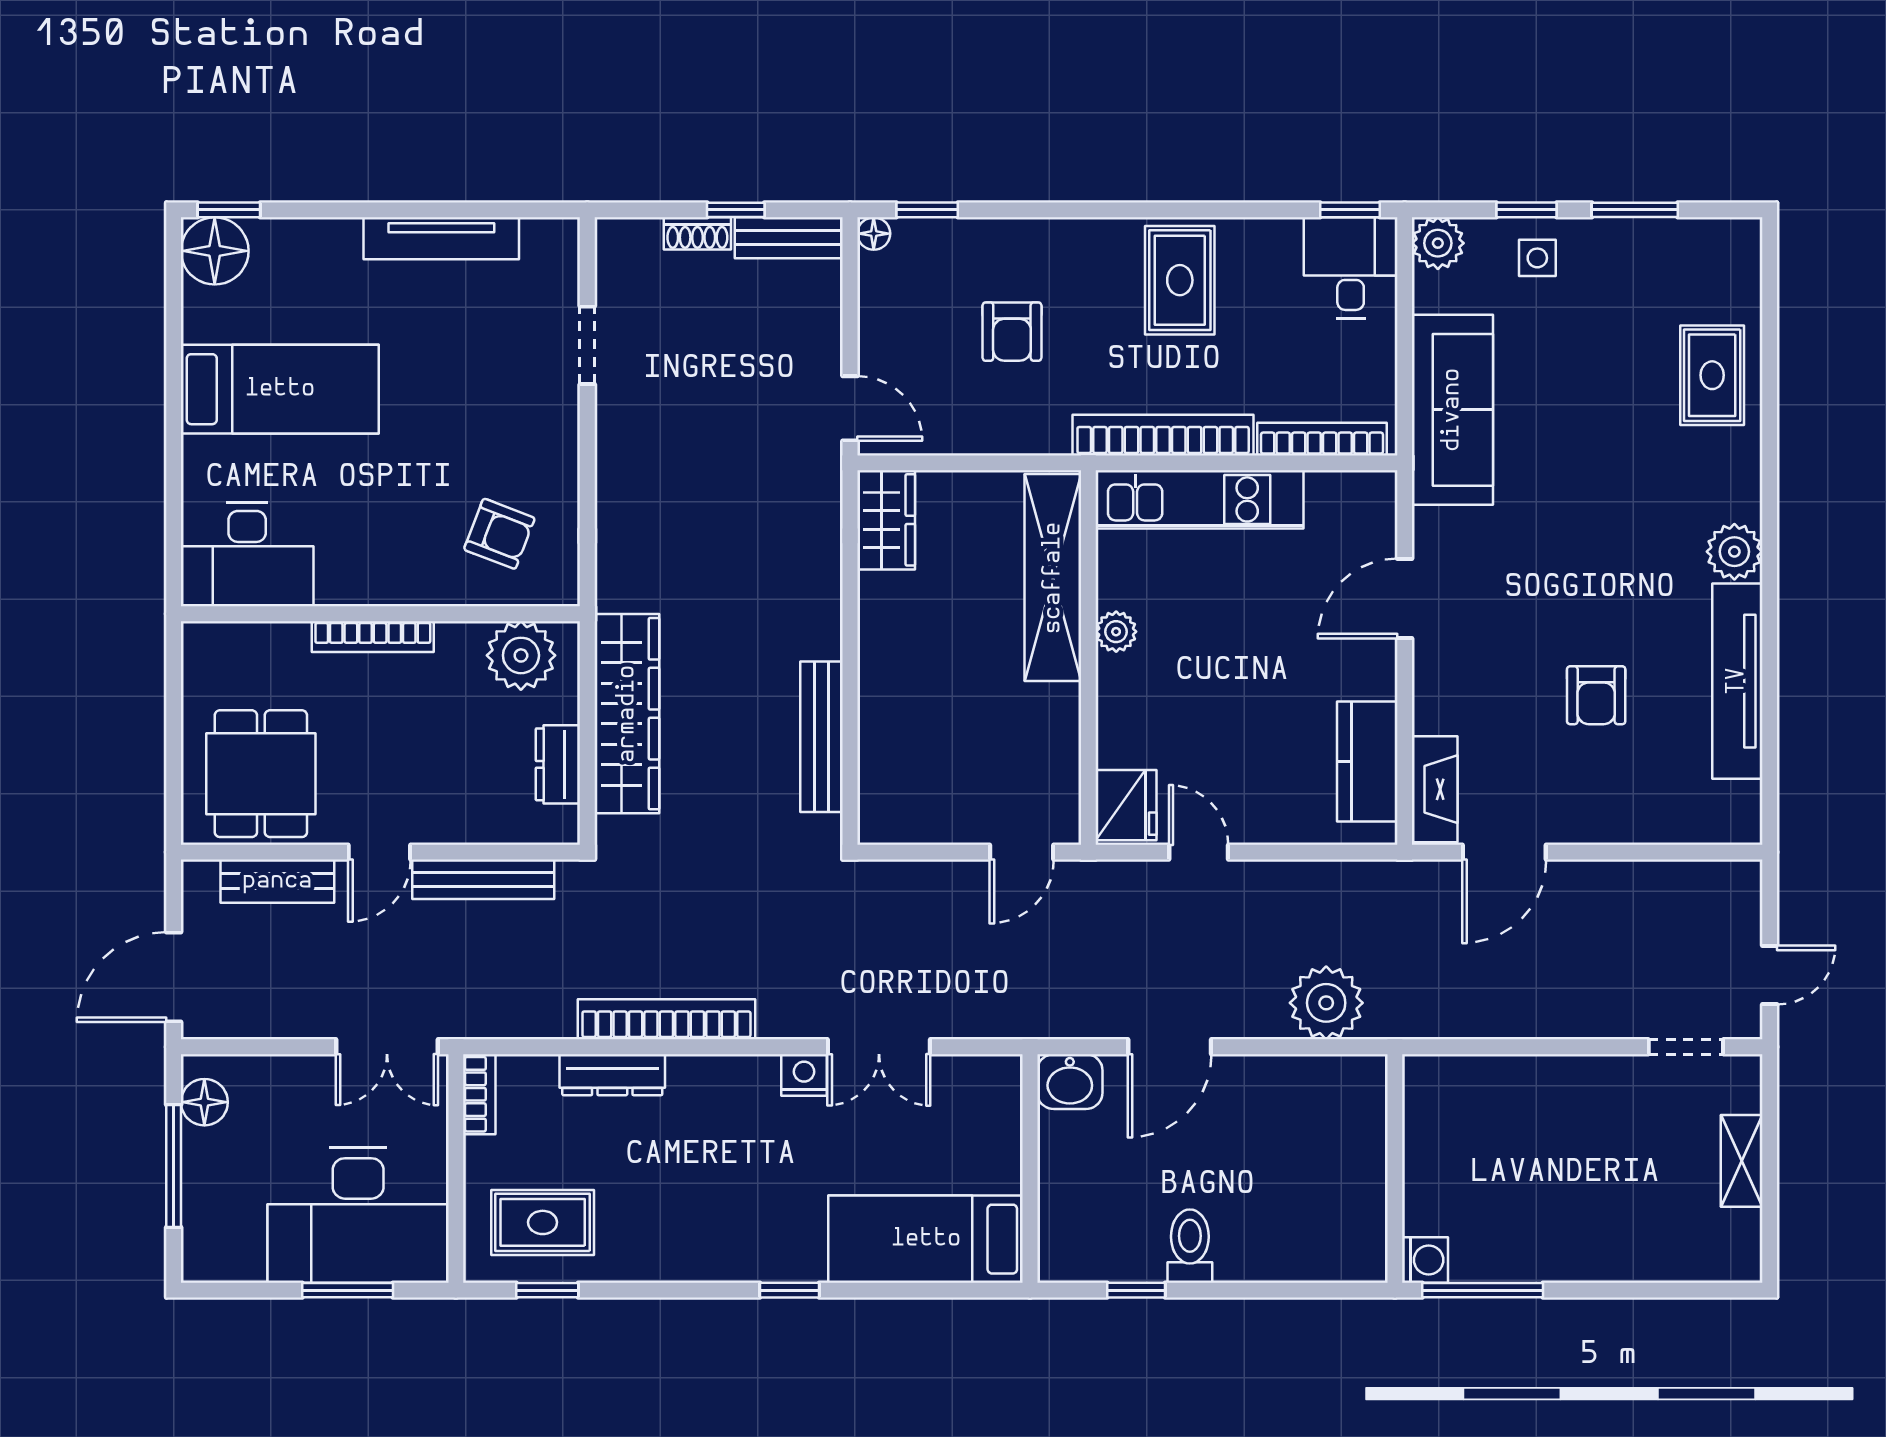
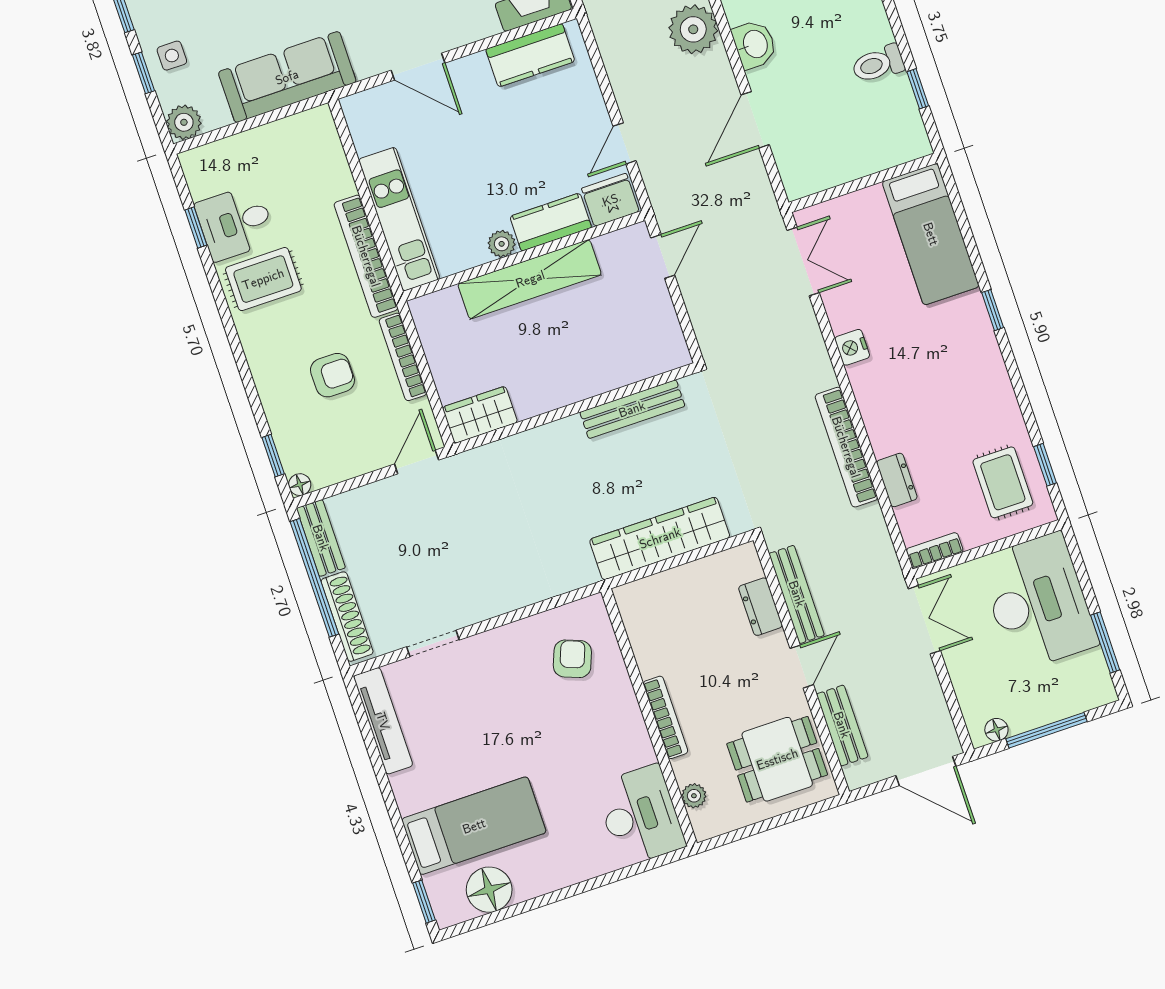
window: (736, 210) -> (314, 578), width x3.17
window: (1350, 210) -> (196, 228), moved
shoe rack: (697, 233) -> (347, 617), width x1.94, depth x1.24
tv unit: (441, 238) -> (383, 721), moved
floor lamp: (215, 251) -> (489, 890), moved
desk: (1351, 268) -> (235, 223), moved
bed: (280, 389) -> (474, 826), moved, turned 90
bookcase: (1322, 439) -> (403, 357), moved
shelving: (1053, 578) -> (530, 279), moved
plant: (521, 655) -> (694, 796), moved, width x0.53, depth x0.53
kitchen counter: (1123, 711) -> (551, 222), added
dresser: (558, 764) -> (760, 607), moved, turned 90
door: (379, 852) -> (802, 667), hinge flipped
door: (1022, 852) -> (663, 256), hinge flipped
double door: (879, 1047) -> (803, 262), moved
door: (1170, 1047) -> (755, 120), swing flipped
dresser: (612, 1075) -> (897, 480), width x0.70
washbasin: (1070, 1082) -> (754, 44), moved
floor lamp: (204, 1102) -> (996, 730), width x0.73, depth x0.73
window: (348, 1290) -> (1105, 642), moved

